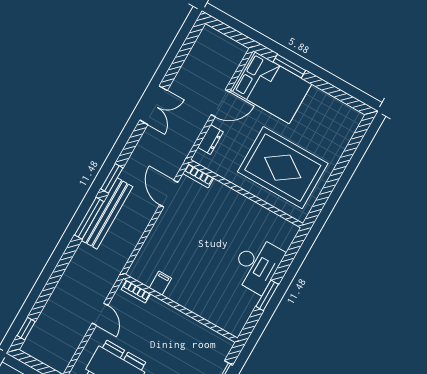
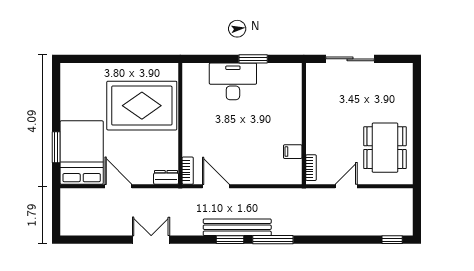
dresser: (211, 140) -> (166, 177), moved
rug: (283, 168) -> (142, 106), turned 90
door: (169, 194) -> (216, 186), swing flipped
bench: (107, 214) -> (237, 227), moved

